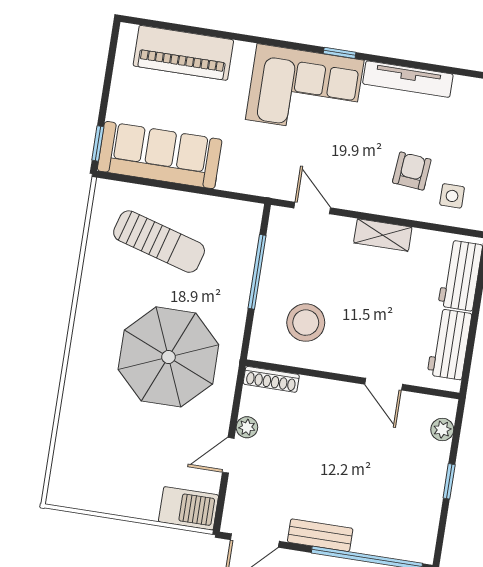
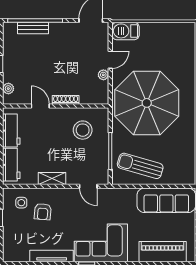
sun lounger: (159, 242) -> (140, 166), moved
parasol: (168, 357) -> (147, 103), width x1.36, depth x1.36
shoe rack: (271, 379) -> (66, 100), moved
bench: (320, 535) -> (33, 28), moved

